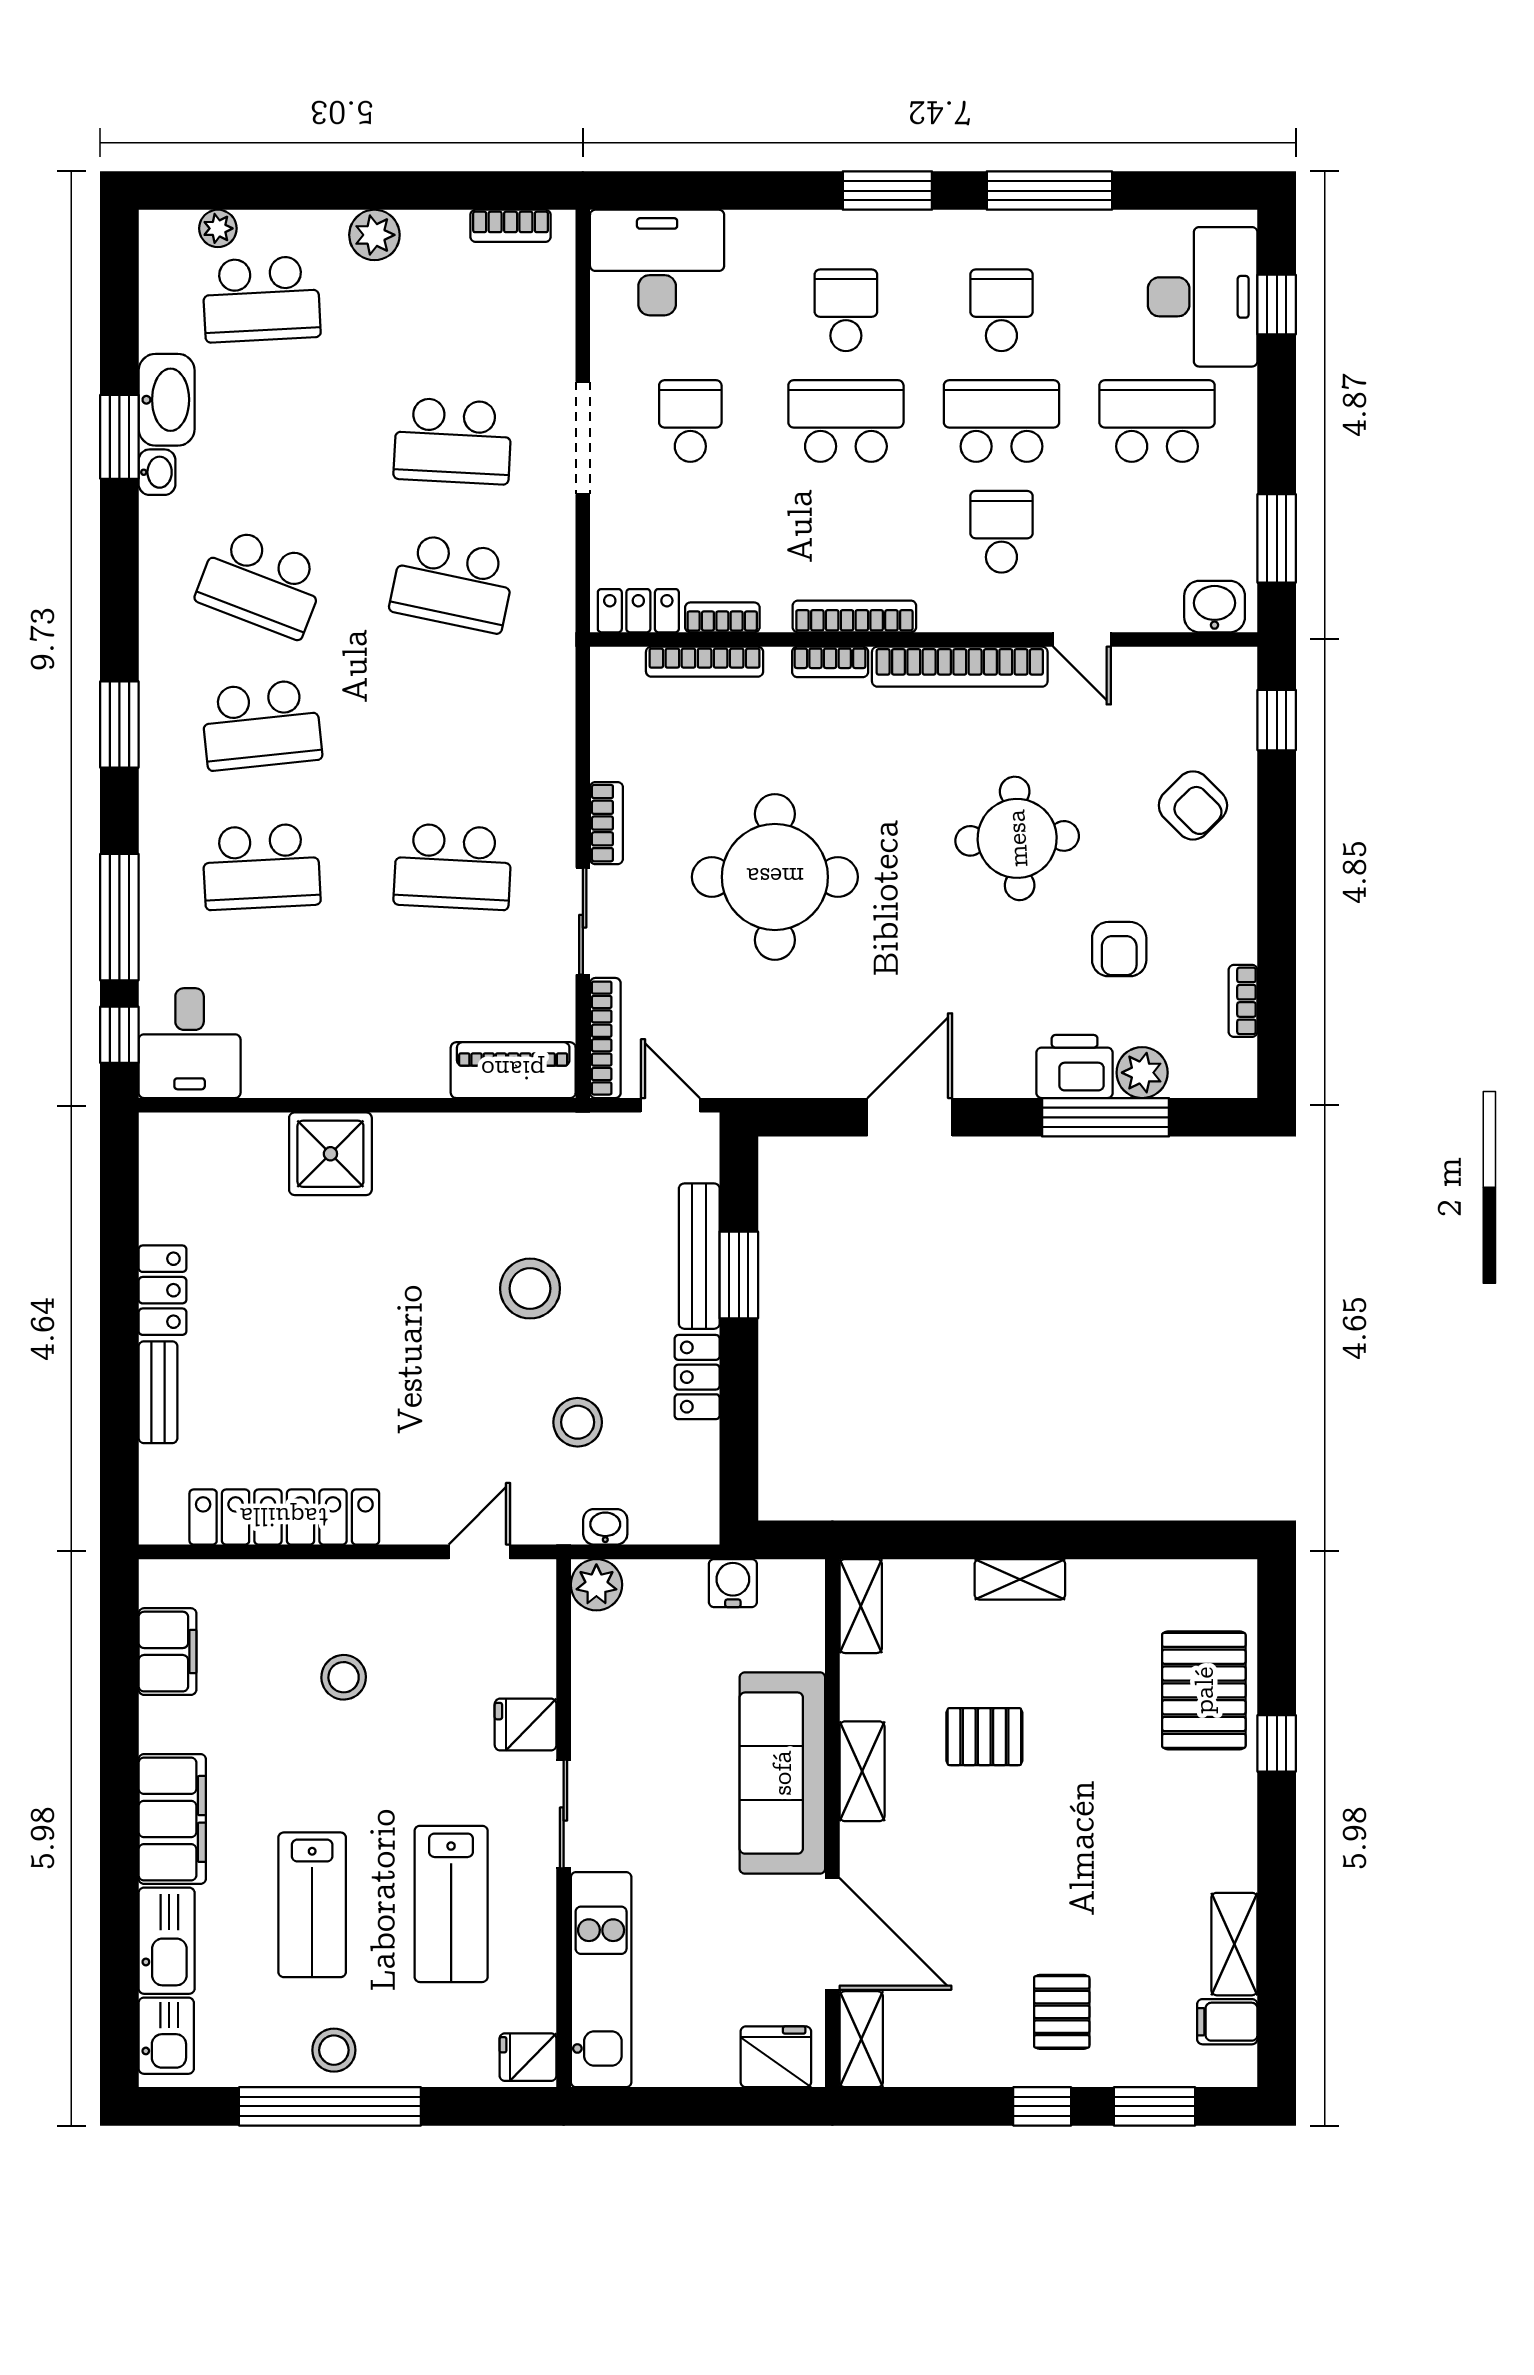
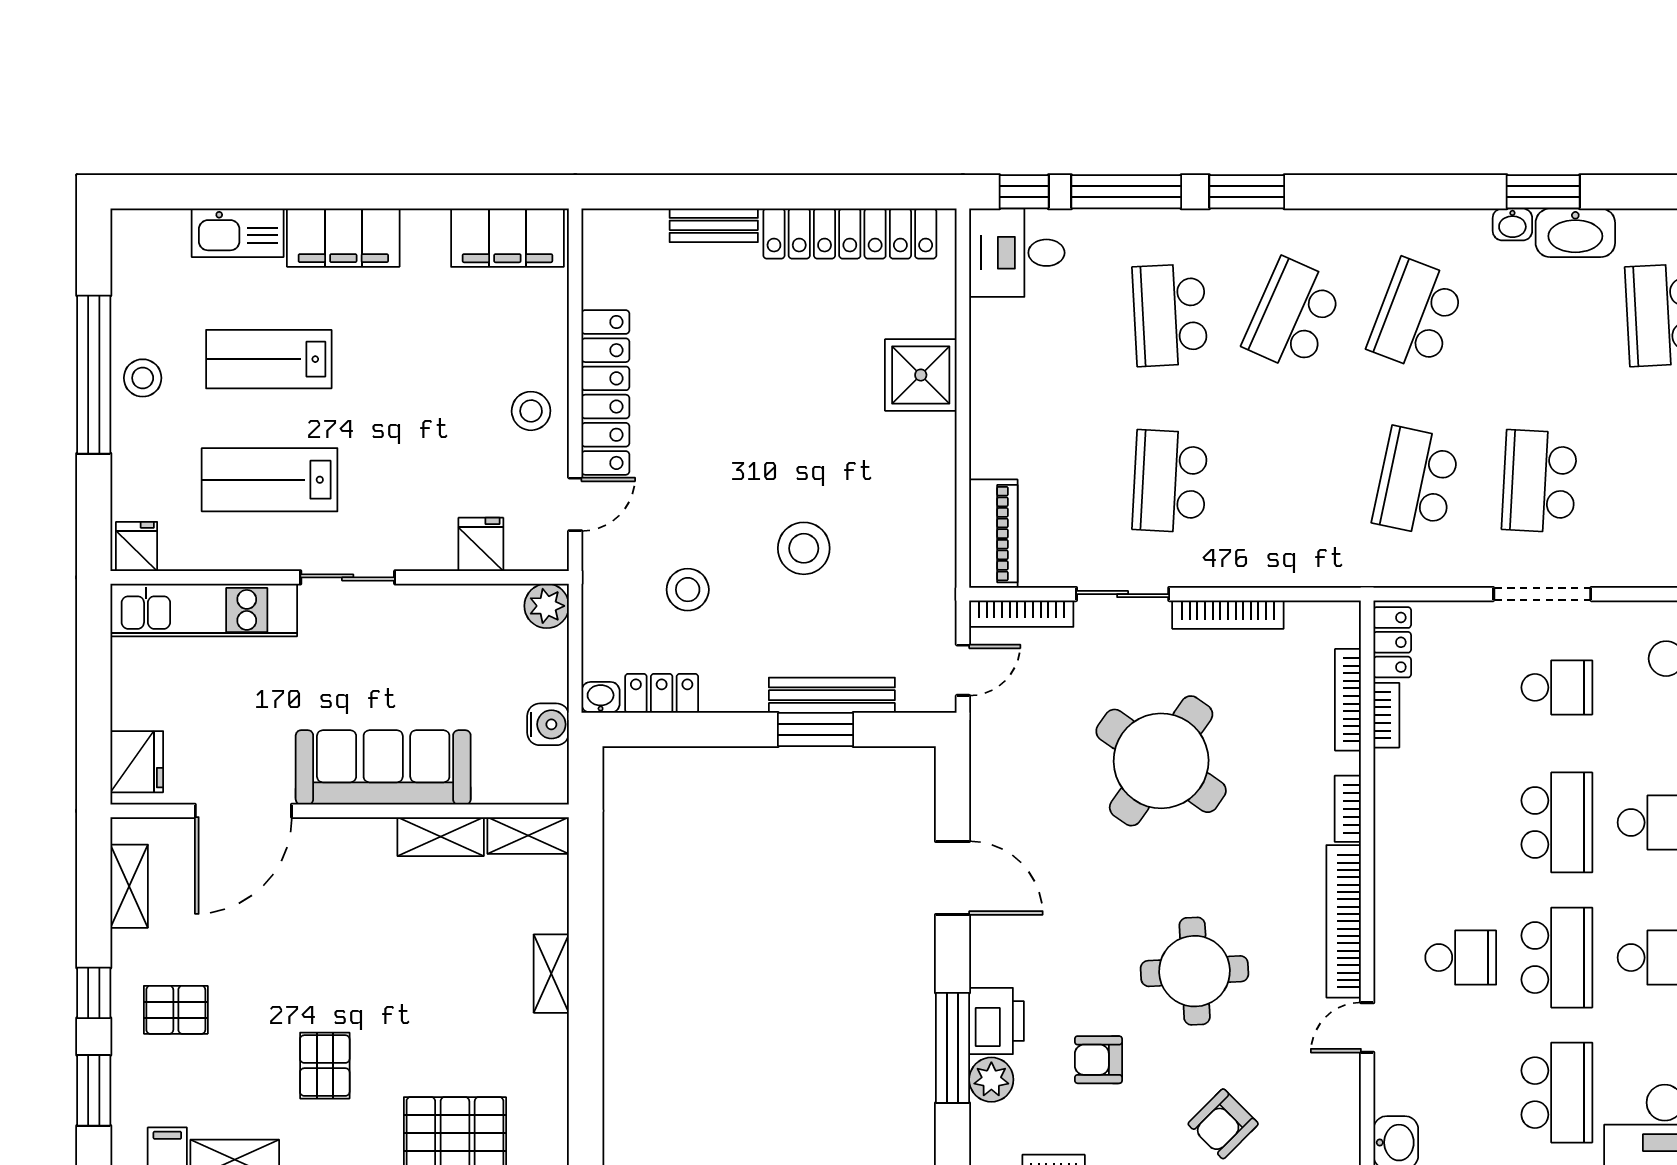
bookcase: (854, 616) -> (1387, 830), removed
window: (119, 724) -> (1247, 192), moved
school desk: (261, 725) -> (1293, 315), turned 30
bookcase: (606, 823) -> (1228, 615), width x1.56
round table: (775, 877) -> (1161, 761), turned 35
locker: (162, 1290) -> (850, 234), width x2.16, depth x1.21
locker: (697, 1377) -> (662, 693), moved
locker: (284, 1517) -> (605, 392), moved
washbasin: (605, 1527) -> (601, 697), moved, turned -90
door: (479, 1552) -> (575, 504), hinge flipped
filing cabinet: (167, 1652) -> (507, 238), width x1.50, depth x1.17
stool: (344, 1677) -> (531, 411), moved
fridge: (526, 1725) -> (481, 544), moved
pallet: (984, 1737) -> (325, 1066), moved
shelving: (862, 1771) -> (441, 837), moved
kitchen sink: (166, 2036) -> (155, 232), removed
shelving: (861, 2039) -> (129, 886), moved, turned 90

